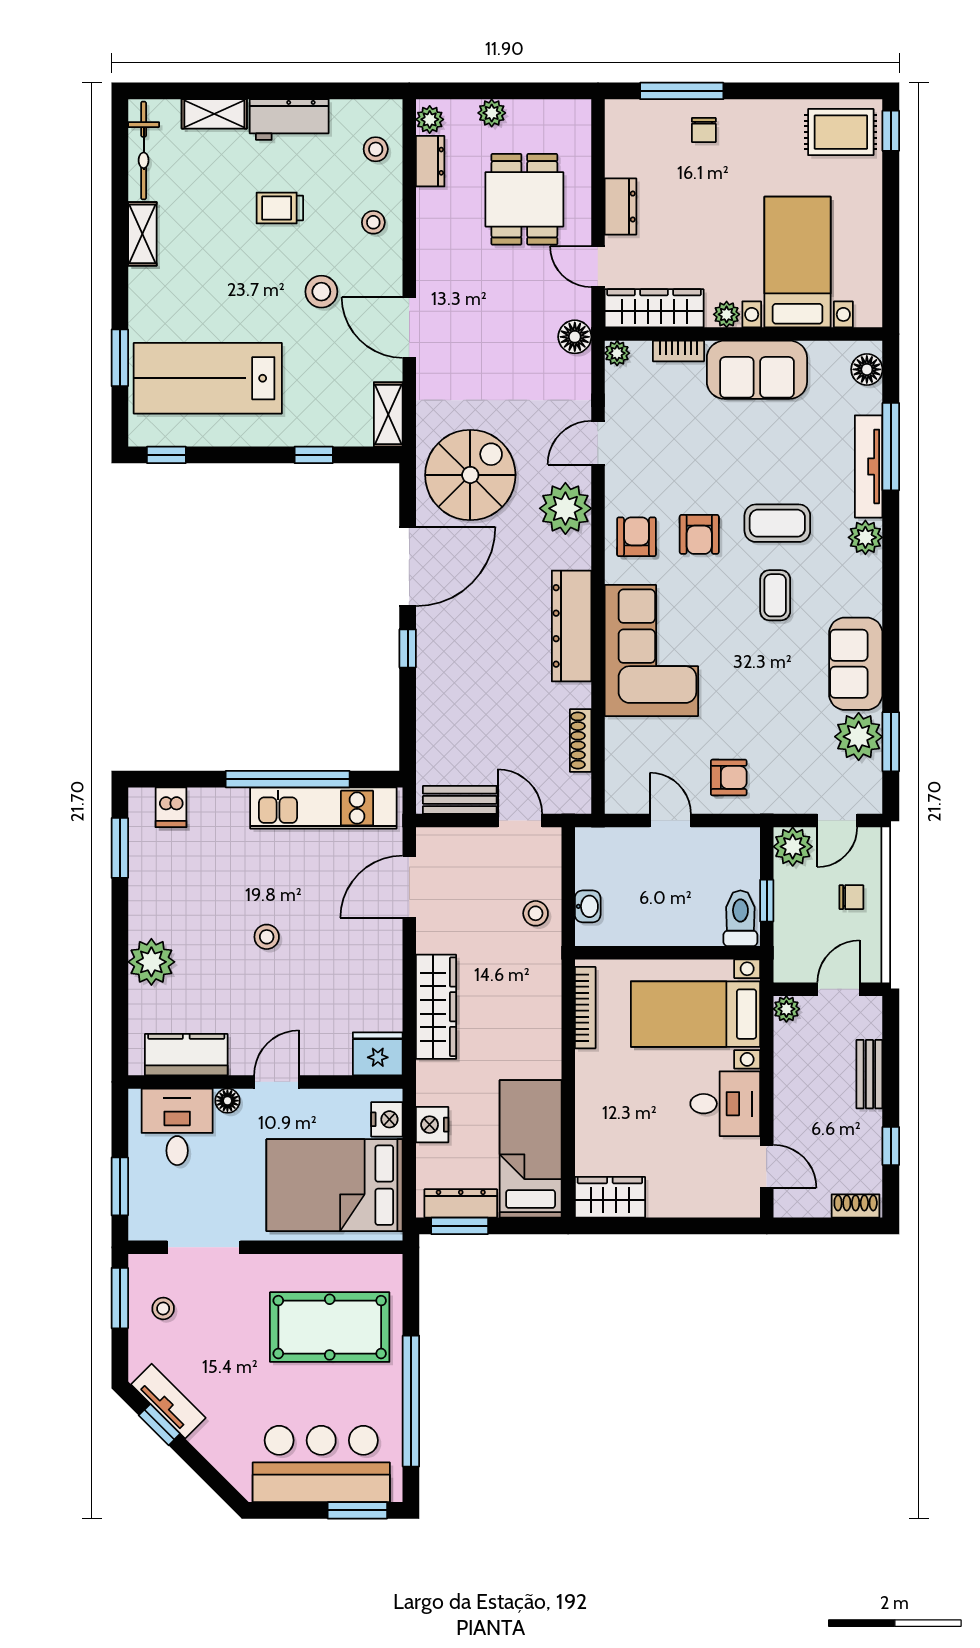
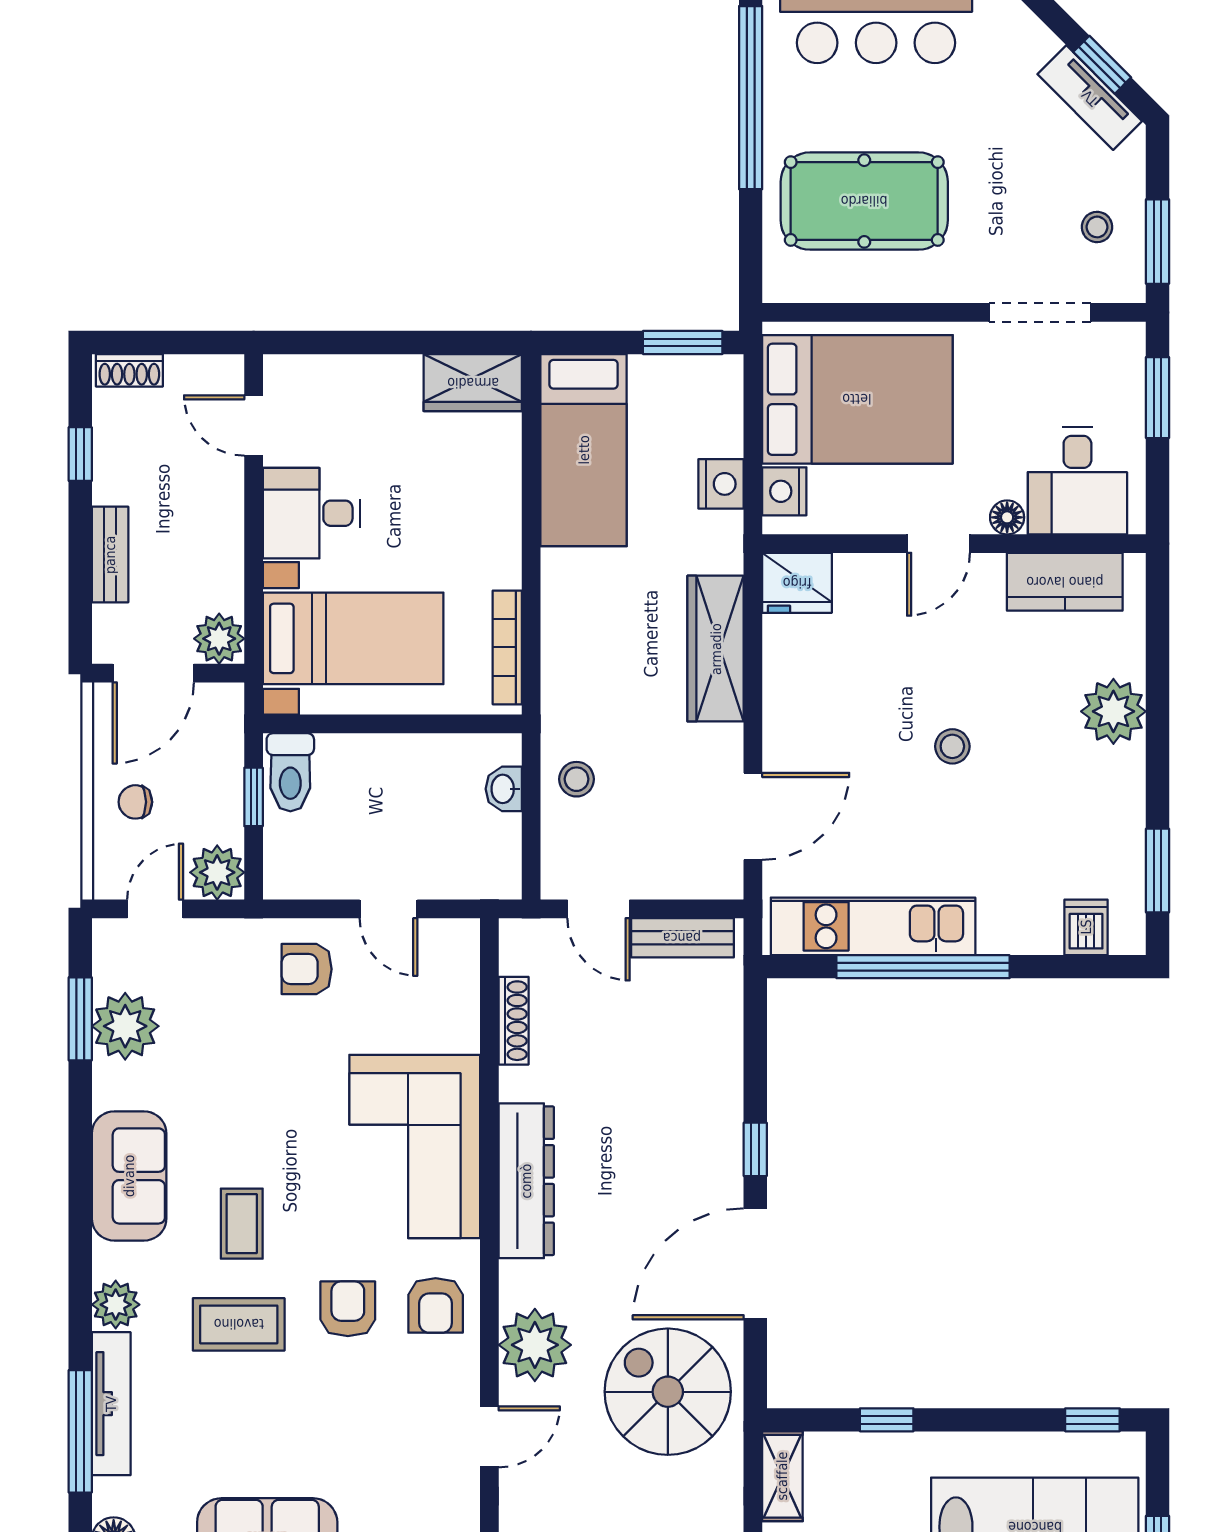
spiral stairs: (470, 475) -> (668, 1392), turned 90
sofa: (856, 664) -> (129, 1176), moved
door: (839, 989) -> (153, 673), width x1.38
plant: (786, 1009) -> (219, 639), width x1.38, depth x1.38
dresser: (461, 1203) -> (681, 374), removed

